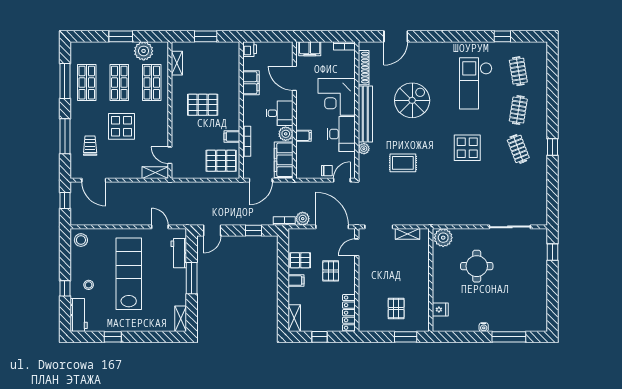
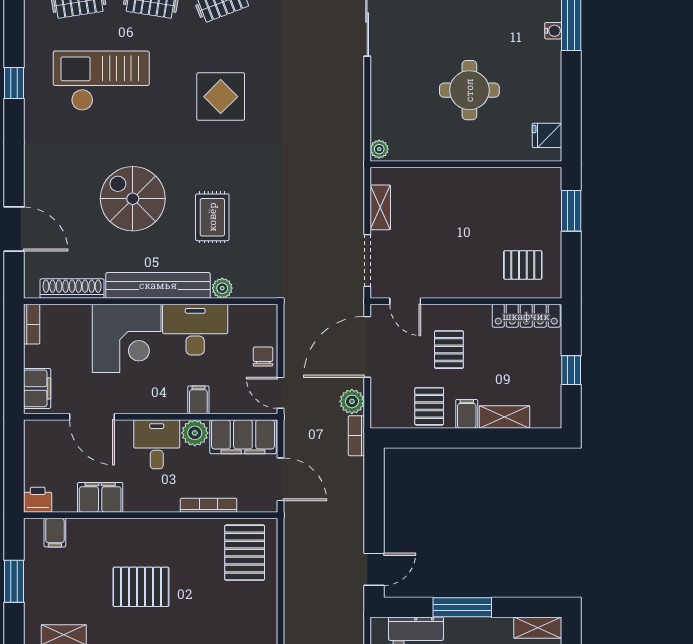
window: (502, 36) -> (14, 83), moved
door: (294, 78) -> (92, 417), hinge flipped
checkout: (476, 83) -> (101, 81), turned 180
pallet: (203, 105) -> (141, 587), turned 90
filing cabinet: (232, 136) -> (55, 533), moved
rug: (403, 163) -> (212, 217), moved
door: (342, 180) -> (281, 393), moved
door: (212, 230) -> (374, 569), hinge flipped
window: (253, 230) -> (374, 493), removed
plant: (443, 238) -> (379, 149), width x0.53, depth x0.53
round table: (477, 266) -> (469, 90), moved
pallet: (331, 271) -> (449, 350), turned 90
pallet: (396, 309) -> (523, 265), moved
fridge: (440, 310) -> (547, 135), moved, turned -90
shelving: (294, 318) -> (505, 417), moved
water cooler: (484, 327) -> (553, 31), moved

